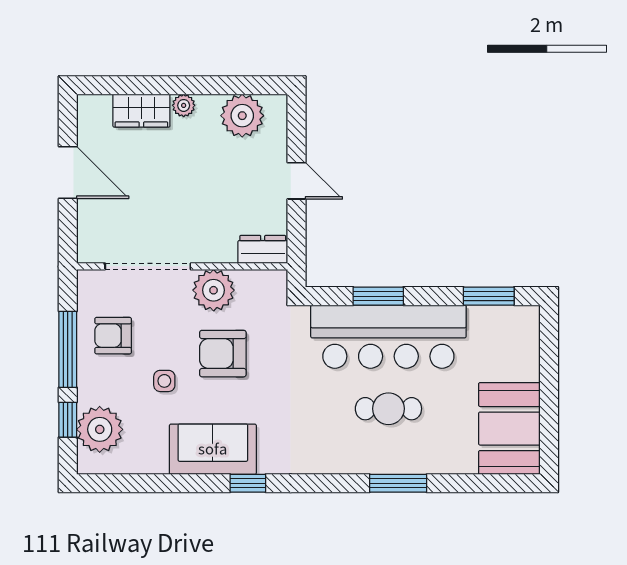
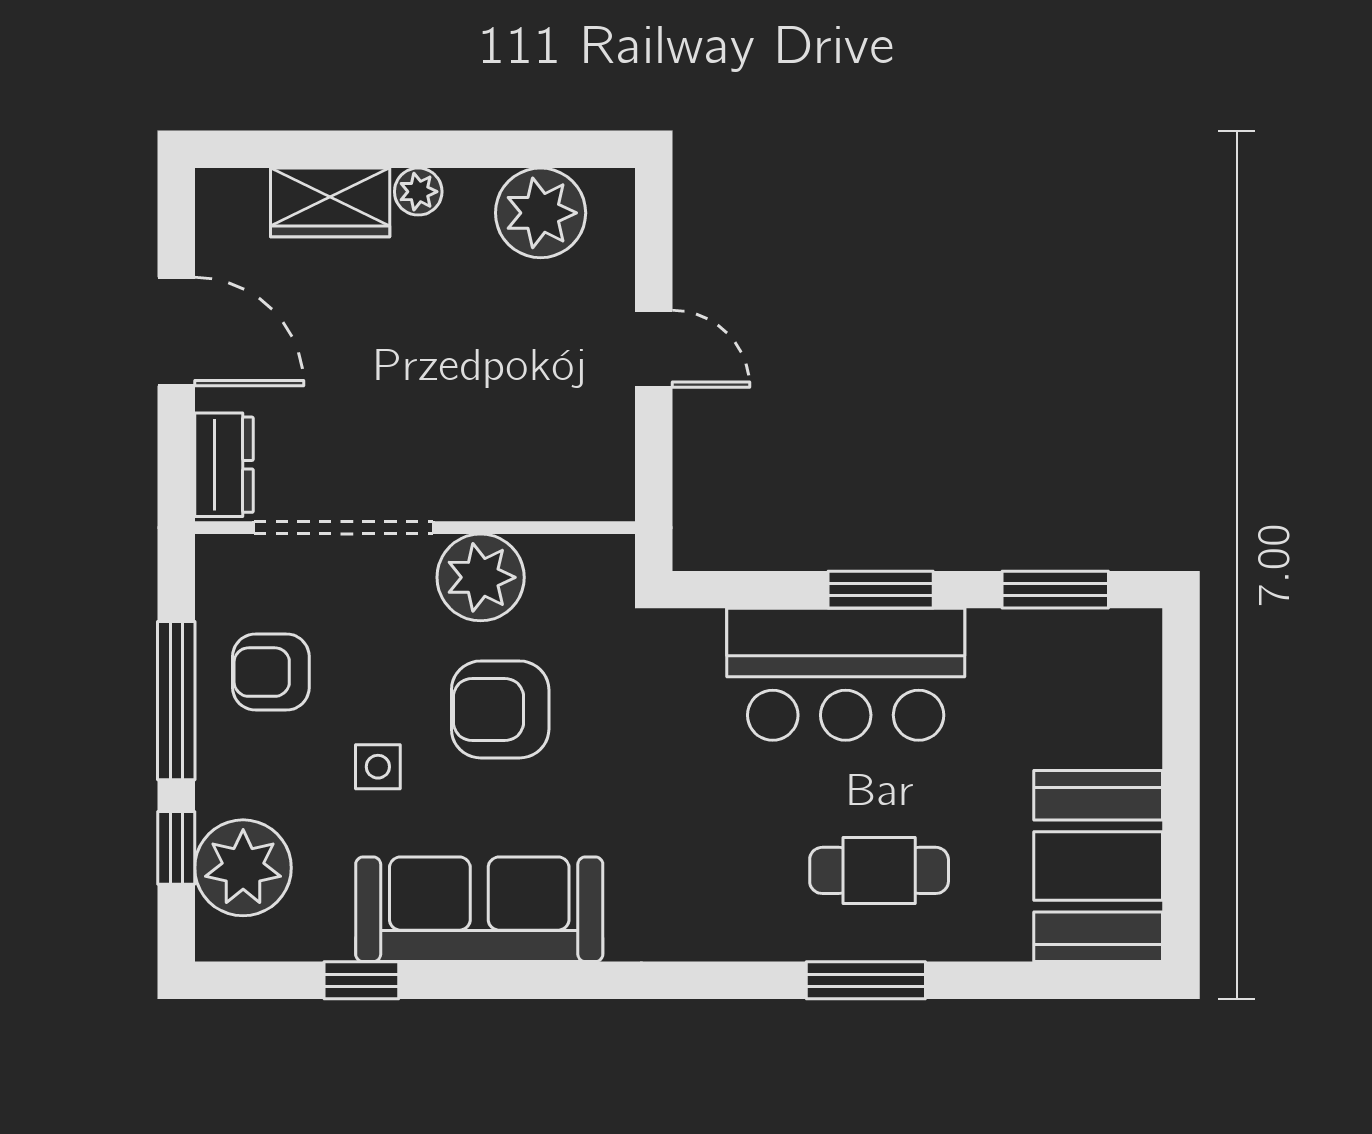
dresser: (263, 249) -> (224, 465), moved, turned 90
window: (378, 296) -> (881, 590), moved
bar counter: (388, 337) -> (846, 674), width x0.73
cafe table: (388, 409) -> (879, 870), moved
sofa: (213, 449) -> (479, 909), width x1.36
window: (248, 483) -> (361, 980), moved

